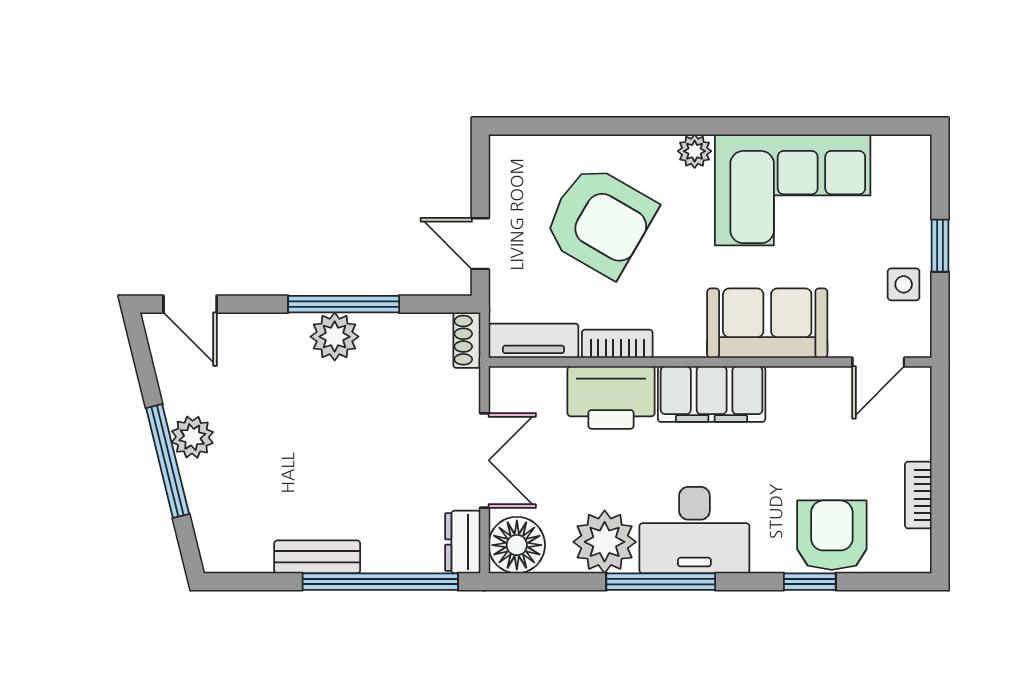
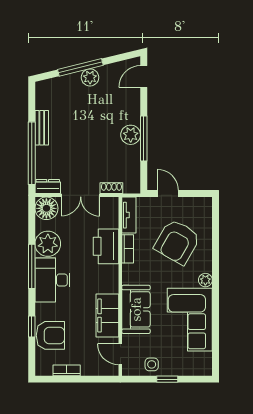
door: (480, 244) -> (168, 194), hinge flipped
shoe rack: (467, 340) -> (111, 188), moved
filing cabinet: (712, 394) -> (107, 316), moved

